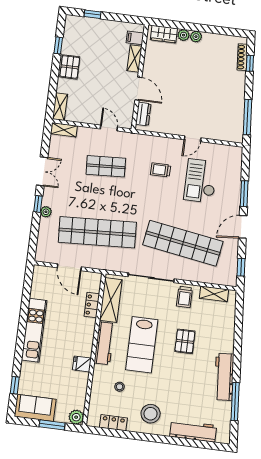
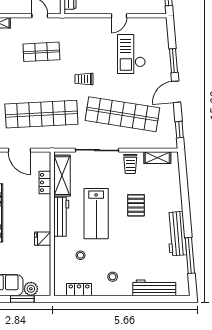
trolley: (161, 170) -> (84, 79), moved
stool: (151, 414) -> (113, 277), width x0.53, depth x0.53
plant: (76, 417) -> (31, 289), moved

